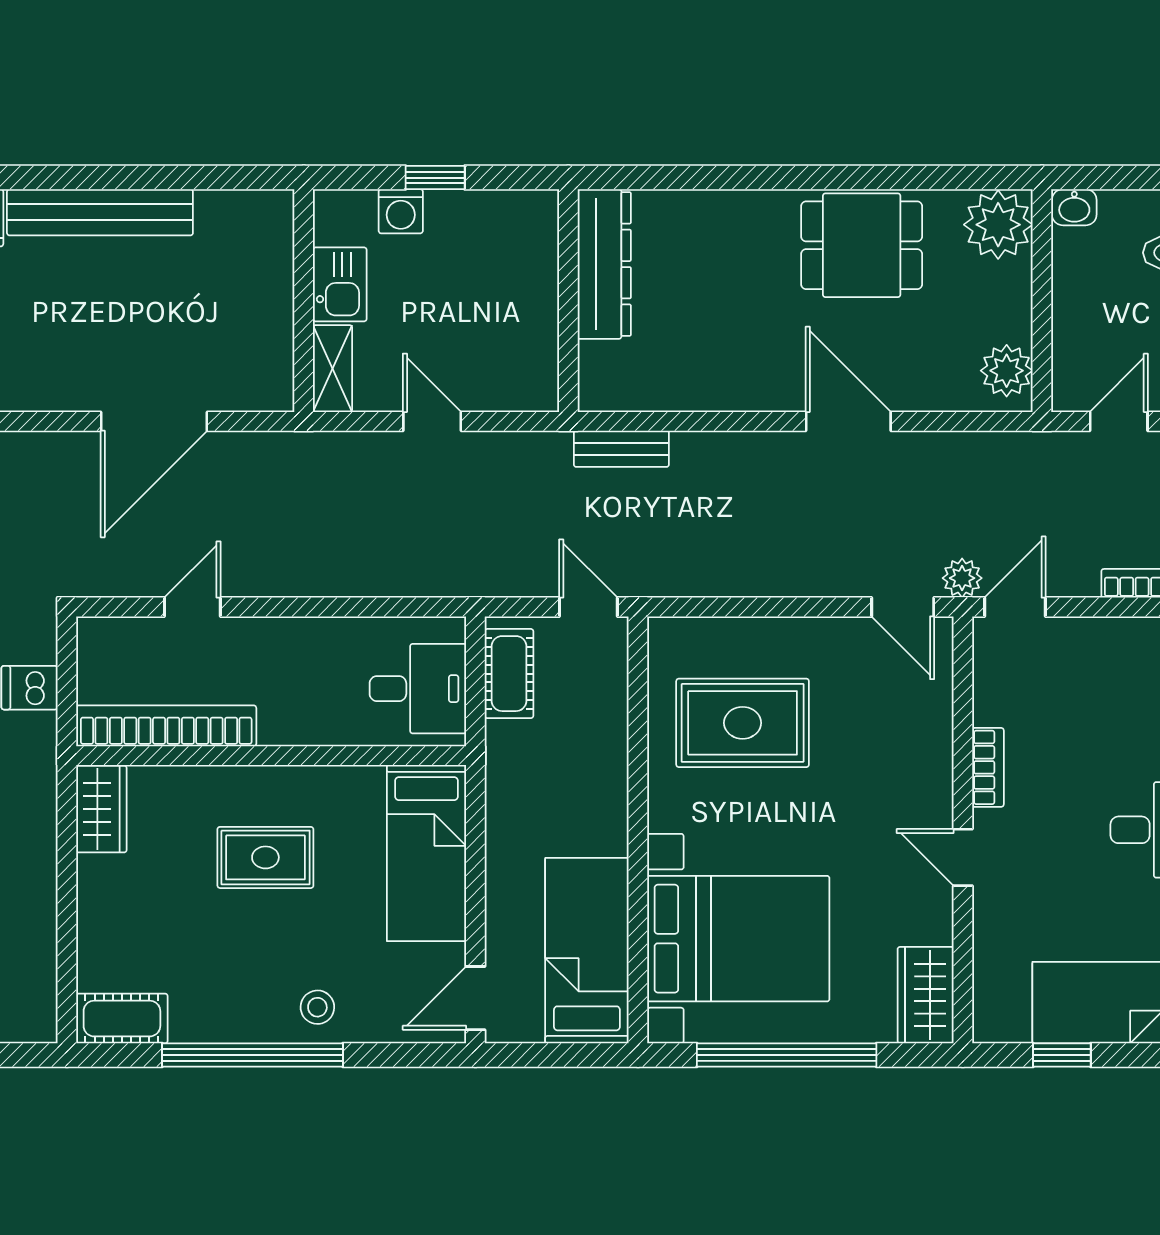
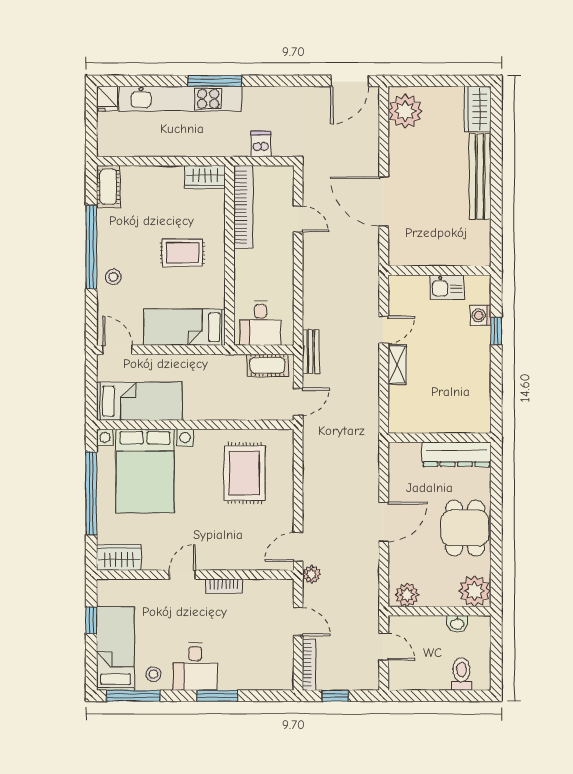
washbasin: (1074, 207) -> (457, 624), moved, turned -90
dresser: (604, 264) -> (456, 454), moved
wall: (568, 301) -> (439, 438), moved
shelving: (333, 369) -> (397, 365), moved, turned 90
bench: (621, 449) -> (311, 352), moved
door: (1015, 607) -> (298, 622), moved
rug: (265, 857) -> (182, 253), turned 90

